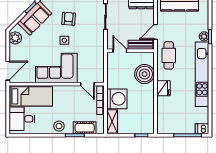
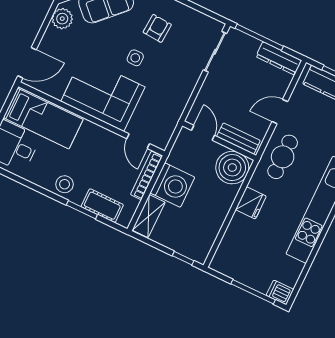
bench: (140, 45) -> (238, 139), moved
door: (120, 51) -> (203, 133), moved
wall: (131, 51) -> (219, 141), moved

